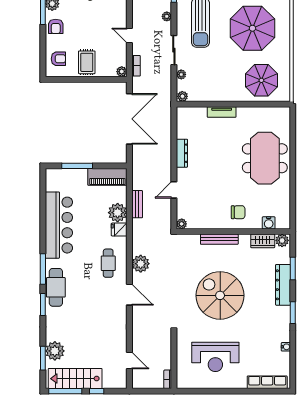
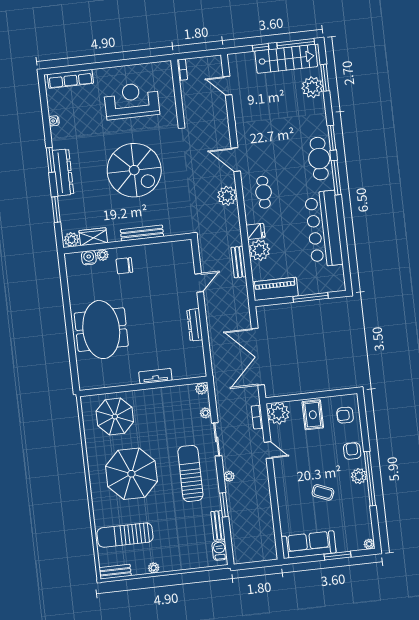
plant: (122, 72) -> (278, 413), width x1.87, depth x1.87
plant: (182, 224) -> (102, 255), moved
dresser: (283, 285) -> (63, 172), moved

